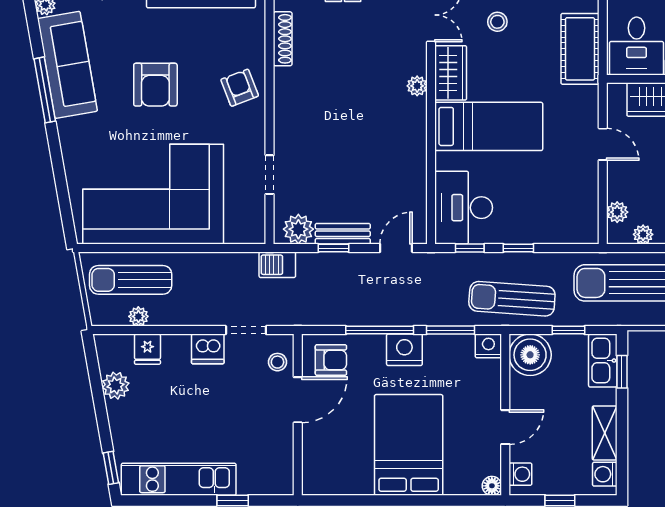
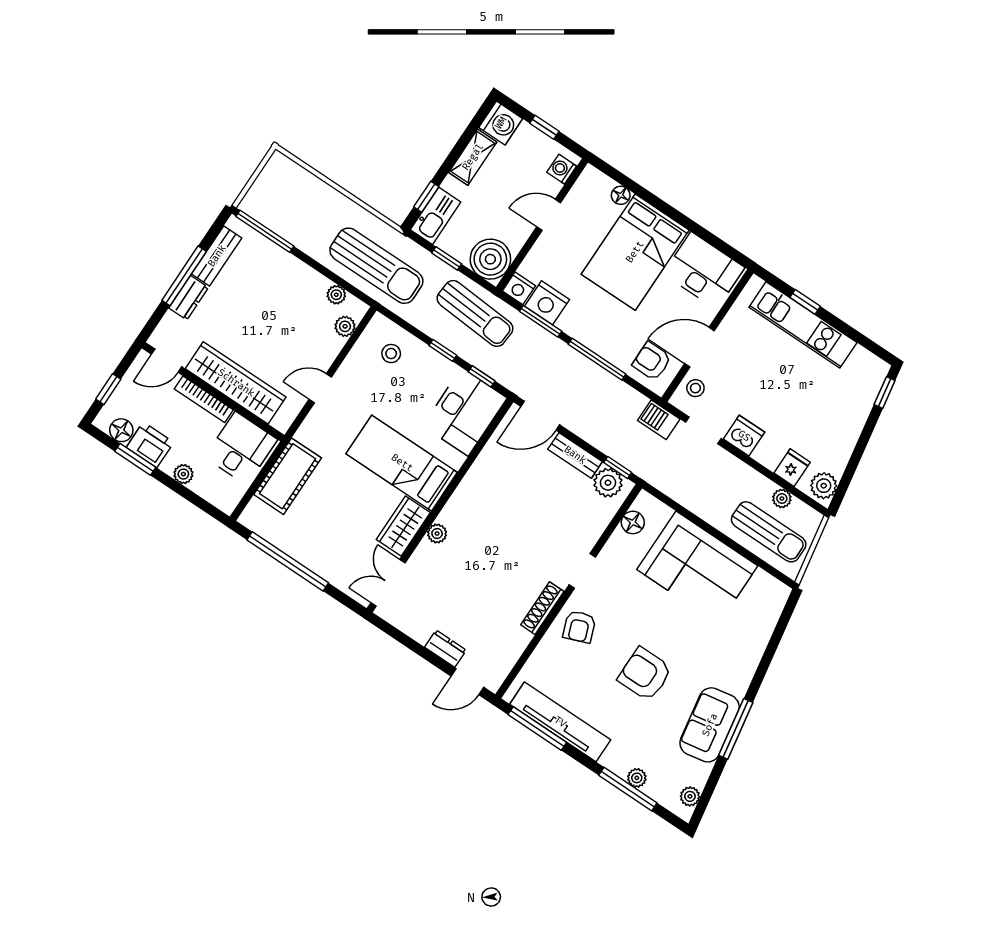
stool: (497, 22) -> (391, 354), moved
shoe rack: (283, 39) -> (542, 608), moved
sofa: (67, 65) -> (710, 725), width x0.73
armchair: (155, 85) -> (645, 674), turned -90
door: (603, 144) -> (320, 388), hinge flipped
doorway: (270, 175) -> (582, 571), moved
corner sofa: (153, 194) -> (697, 568), width x0.73, depth x0.74
floor lamp: (254, 209) -> (633, 522), added
window: (333, 248) -> (618, 467), moved
door: (396, 248) -> (540, 416), width x1.38
barbecue: (277, 265) -> (659, 420), moved, turned 180
nightstand: (404, 350) -> (547, 303), moved
plant: (116, 386) -> (824, 486), moved
desk: (338, 469) -> (704, 271), added
washing machine: (605, 474) -> (501, 123), width x1.38, depth x1.38
kitchen unit: (179, 479) -> (803, 325), moved
floor lamp: (492, 486) -> (621, 195), moved

